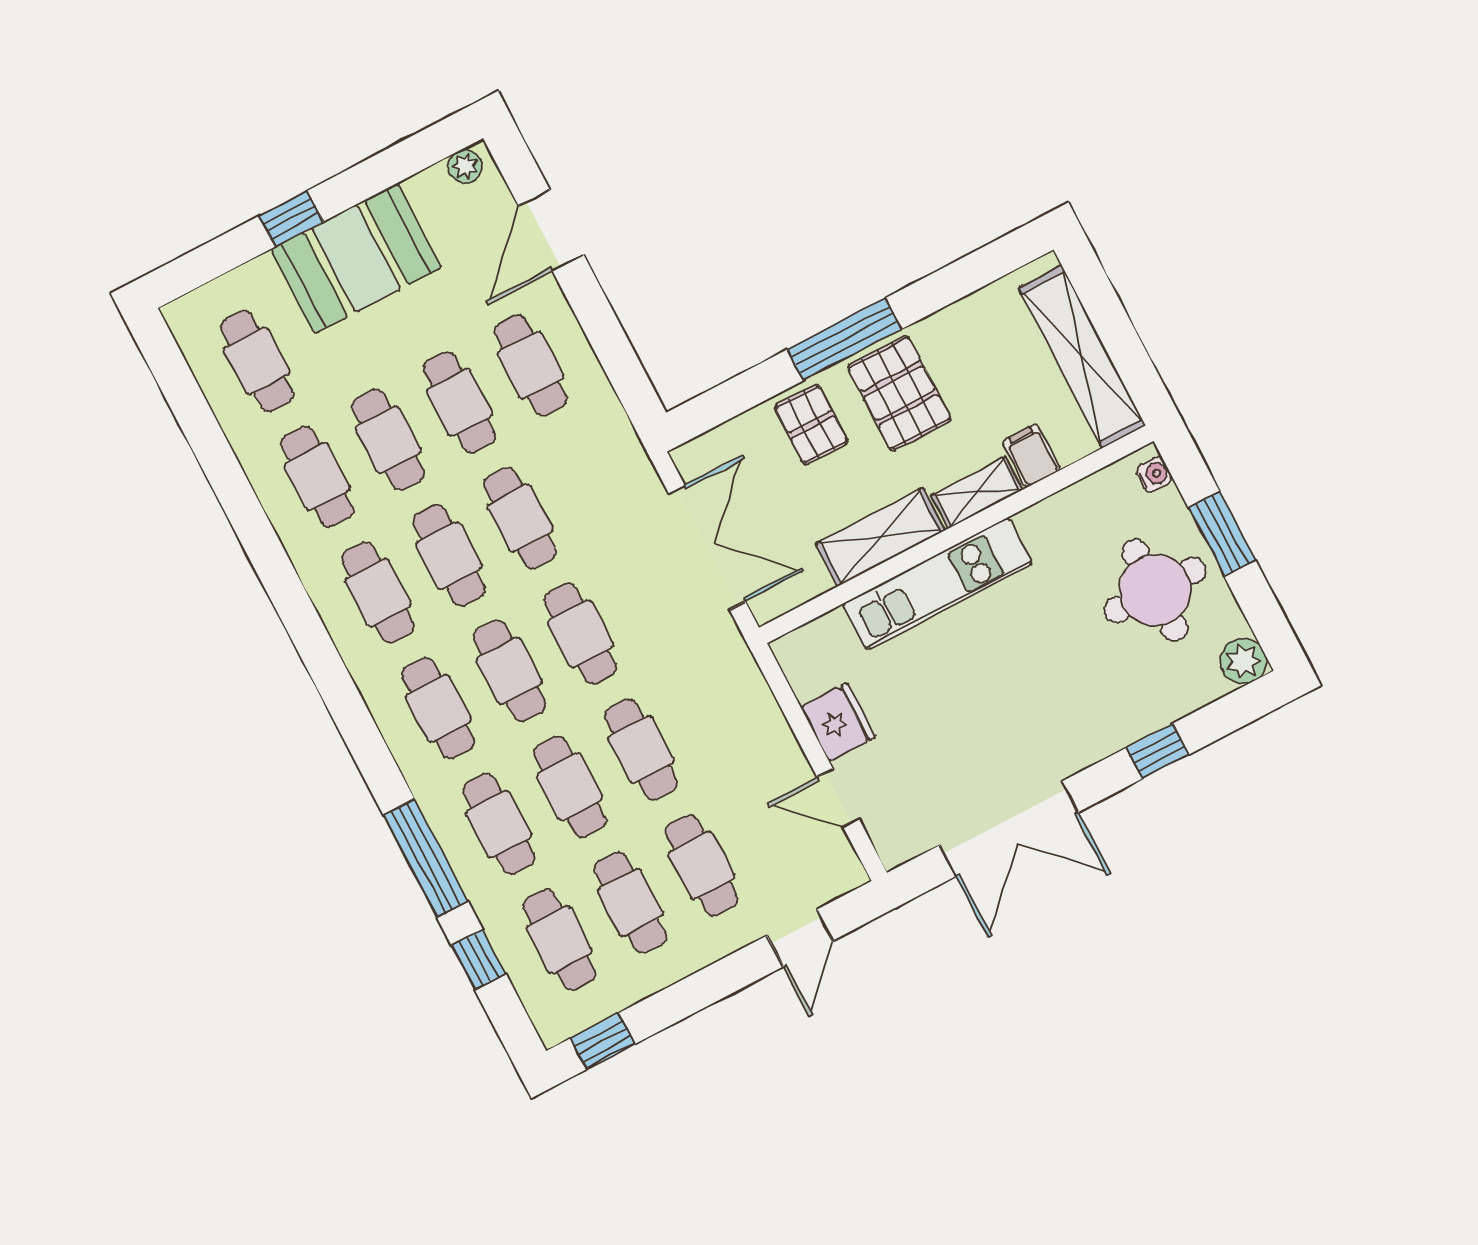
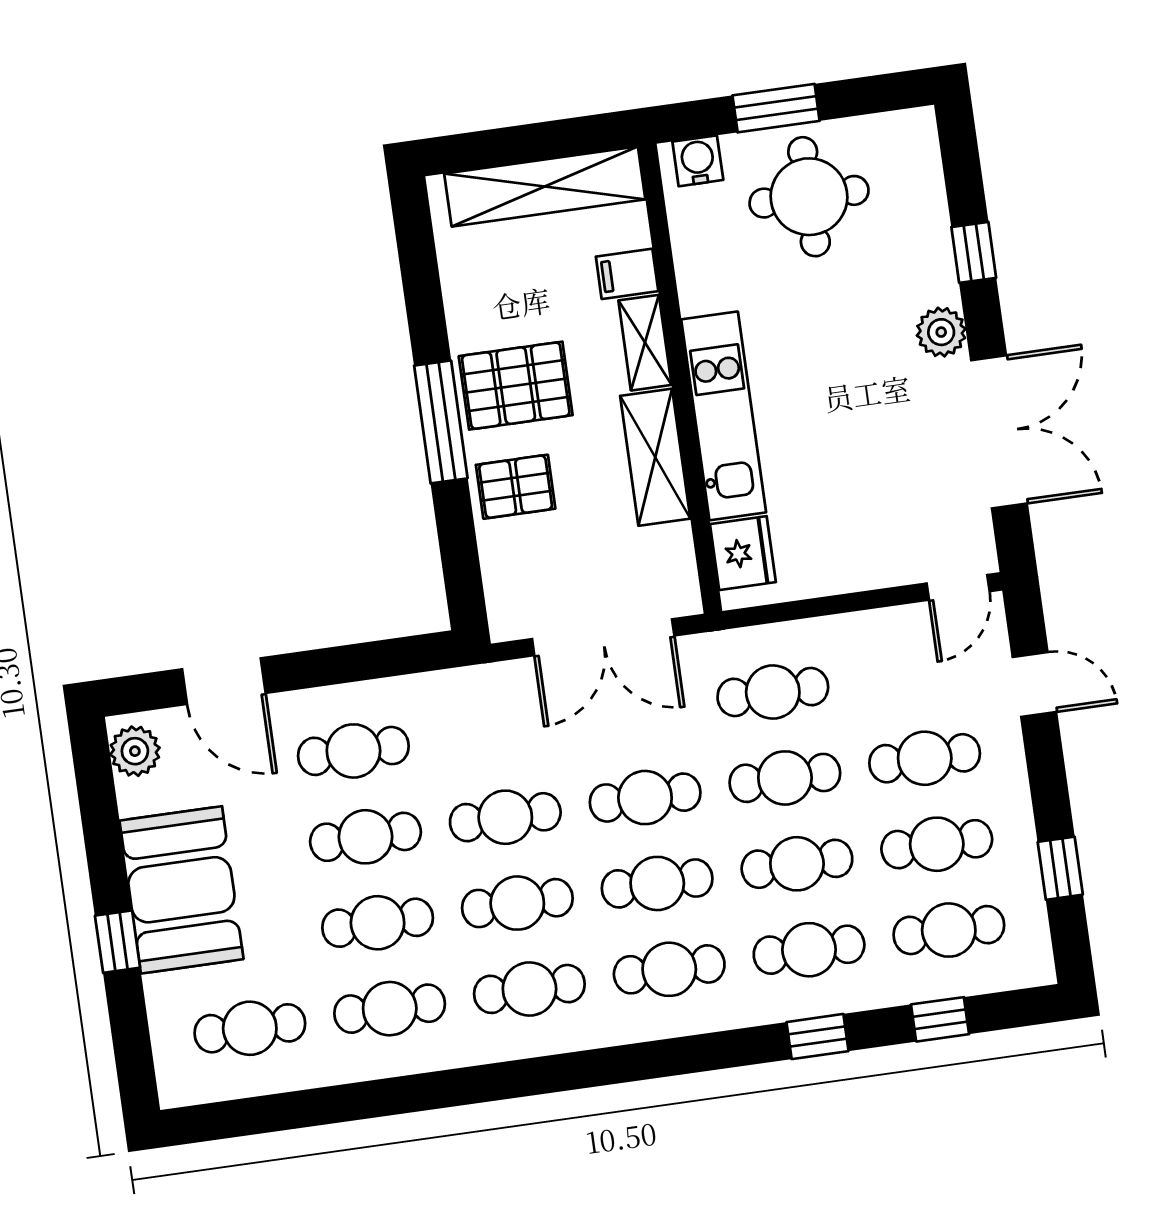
plant: (465, 166) -> (135, 751), width x1.38, depth x1.38
water cooler: (1154, 474) -> (698, 161), width x1.38, depth x1.38
double door: (707, 548) -> (603, 637), swing flipped
plant: (1243, 661) -> (941, 332), moved
cafe table: (712, 712) -> (773, 692), added
fridge: (838, 722) -> (743, 553), moved, turned 90
door: (838, 798) -> (958, 587), moved
window: (426, 858) -> (817, 1037), width x0.46
window: (602, 1041) -> (1060, 868), moved

